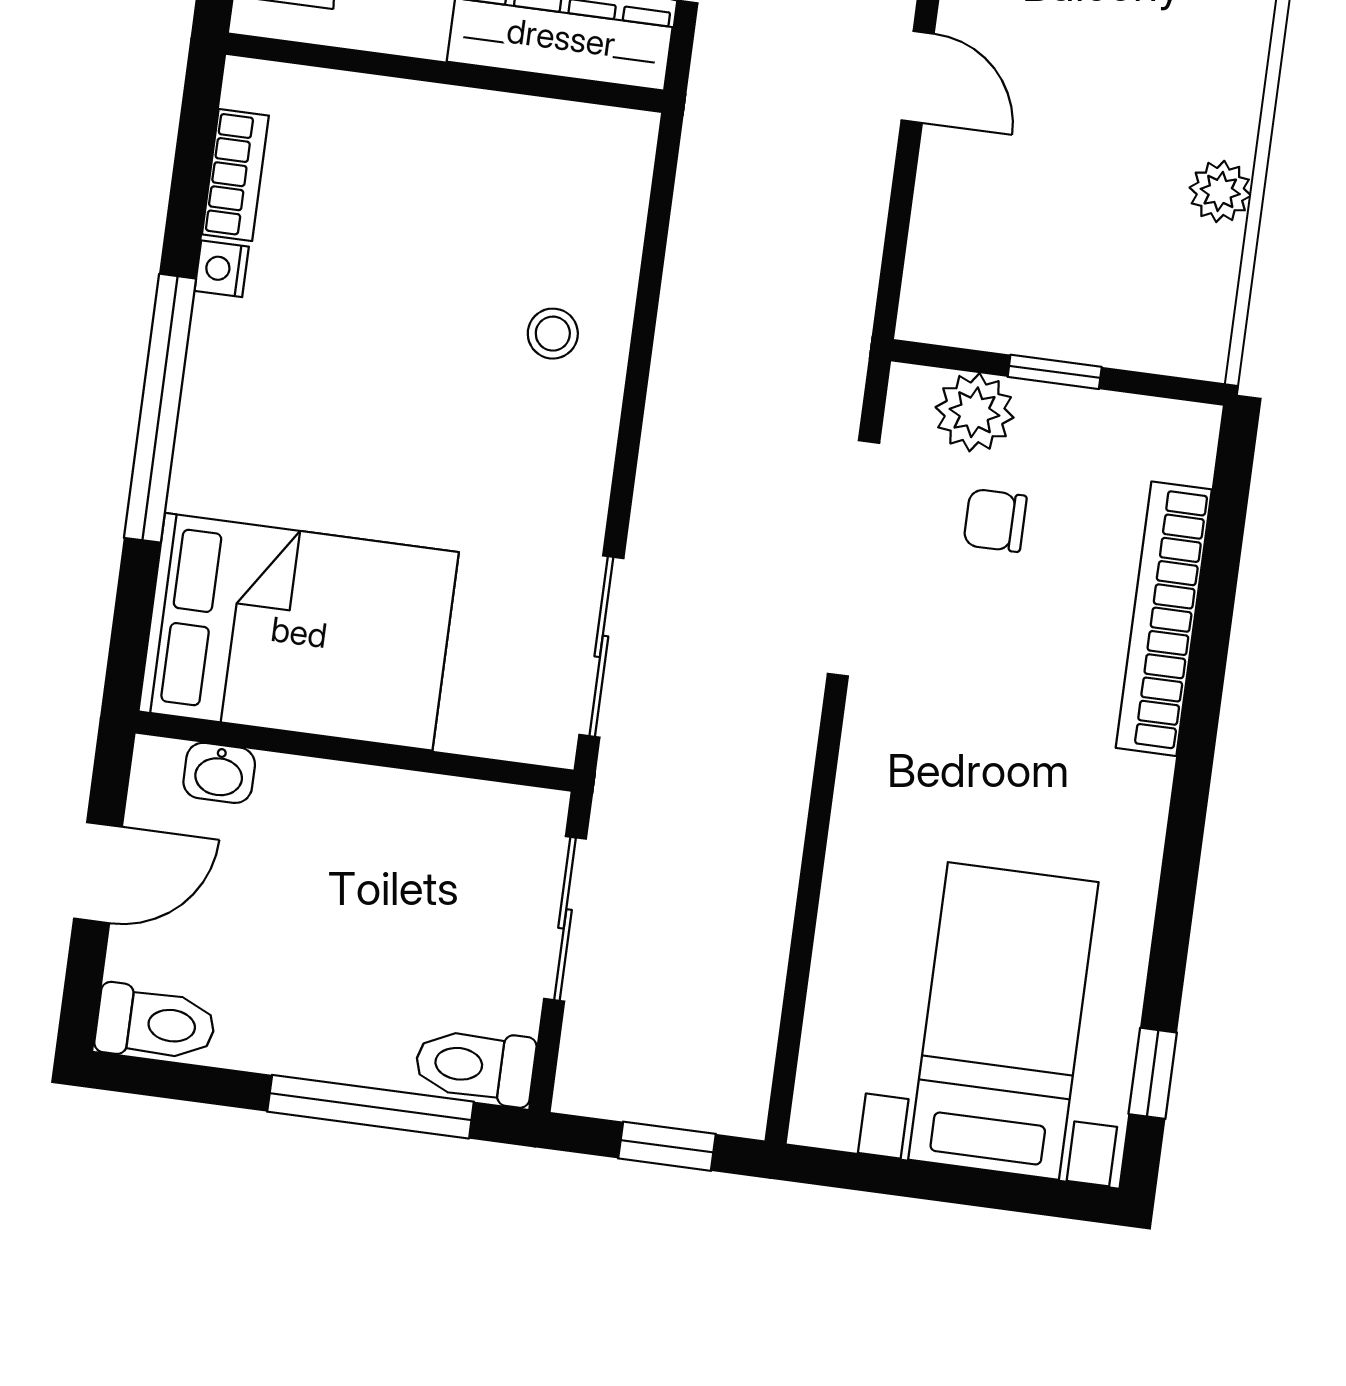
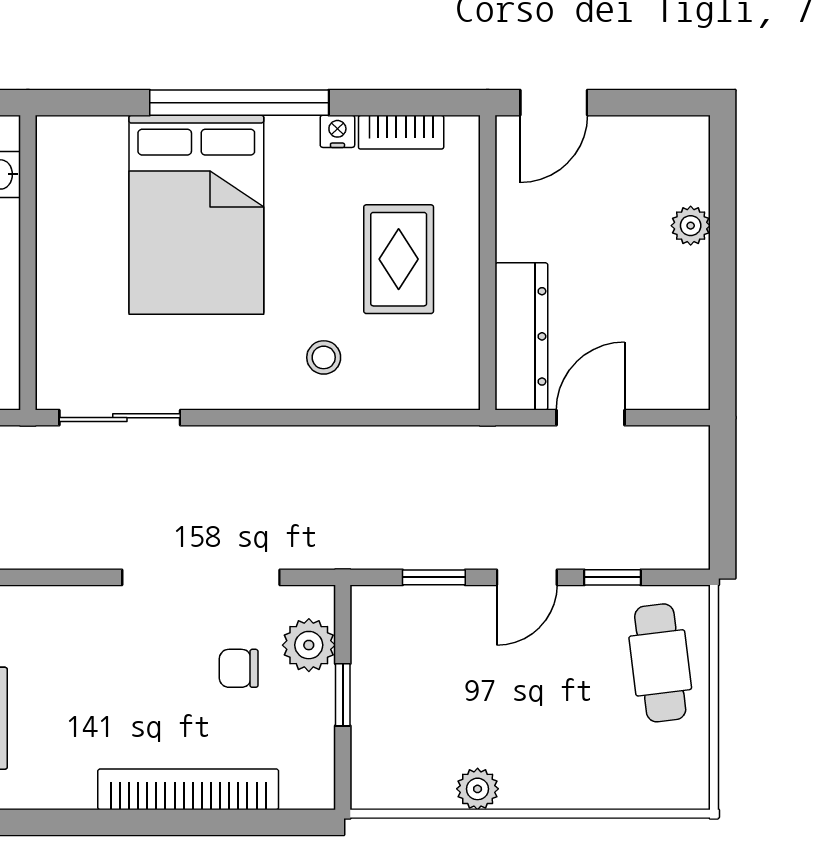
rug: (422, 204) -> (399, 259), added
window: (899, 214) -> (434, 577), added
chair: (995, 520) -> (239, 668), turned -90
bed: (299, 632) -> (196, 215), moved

